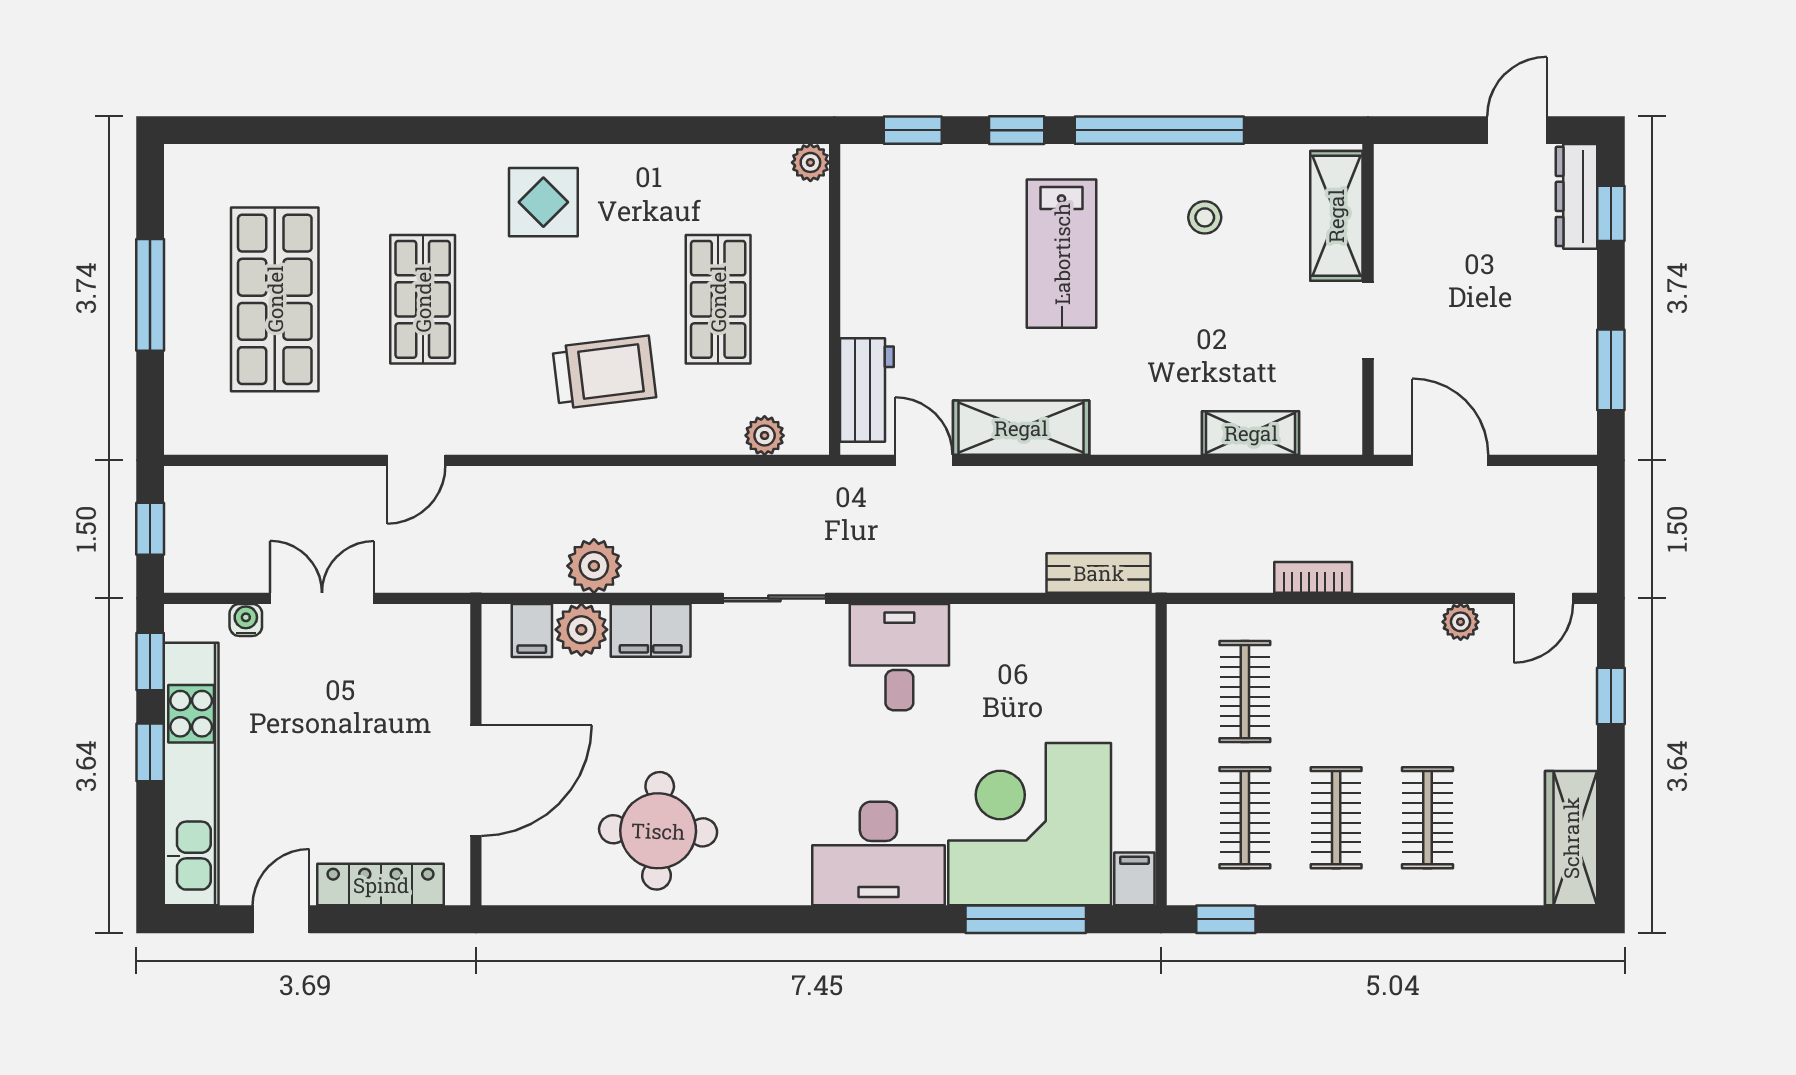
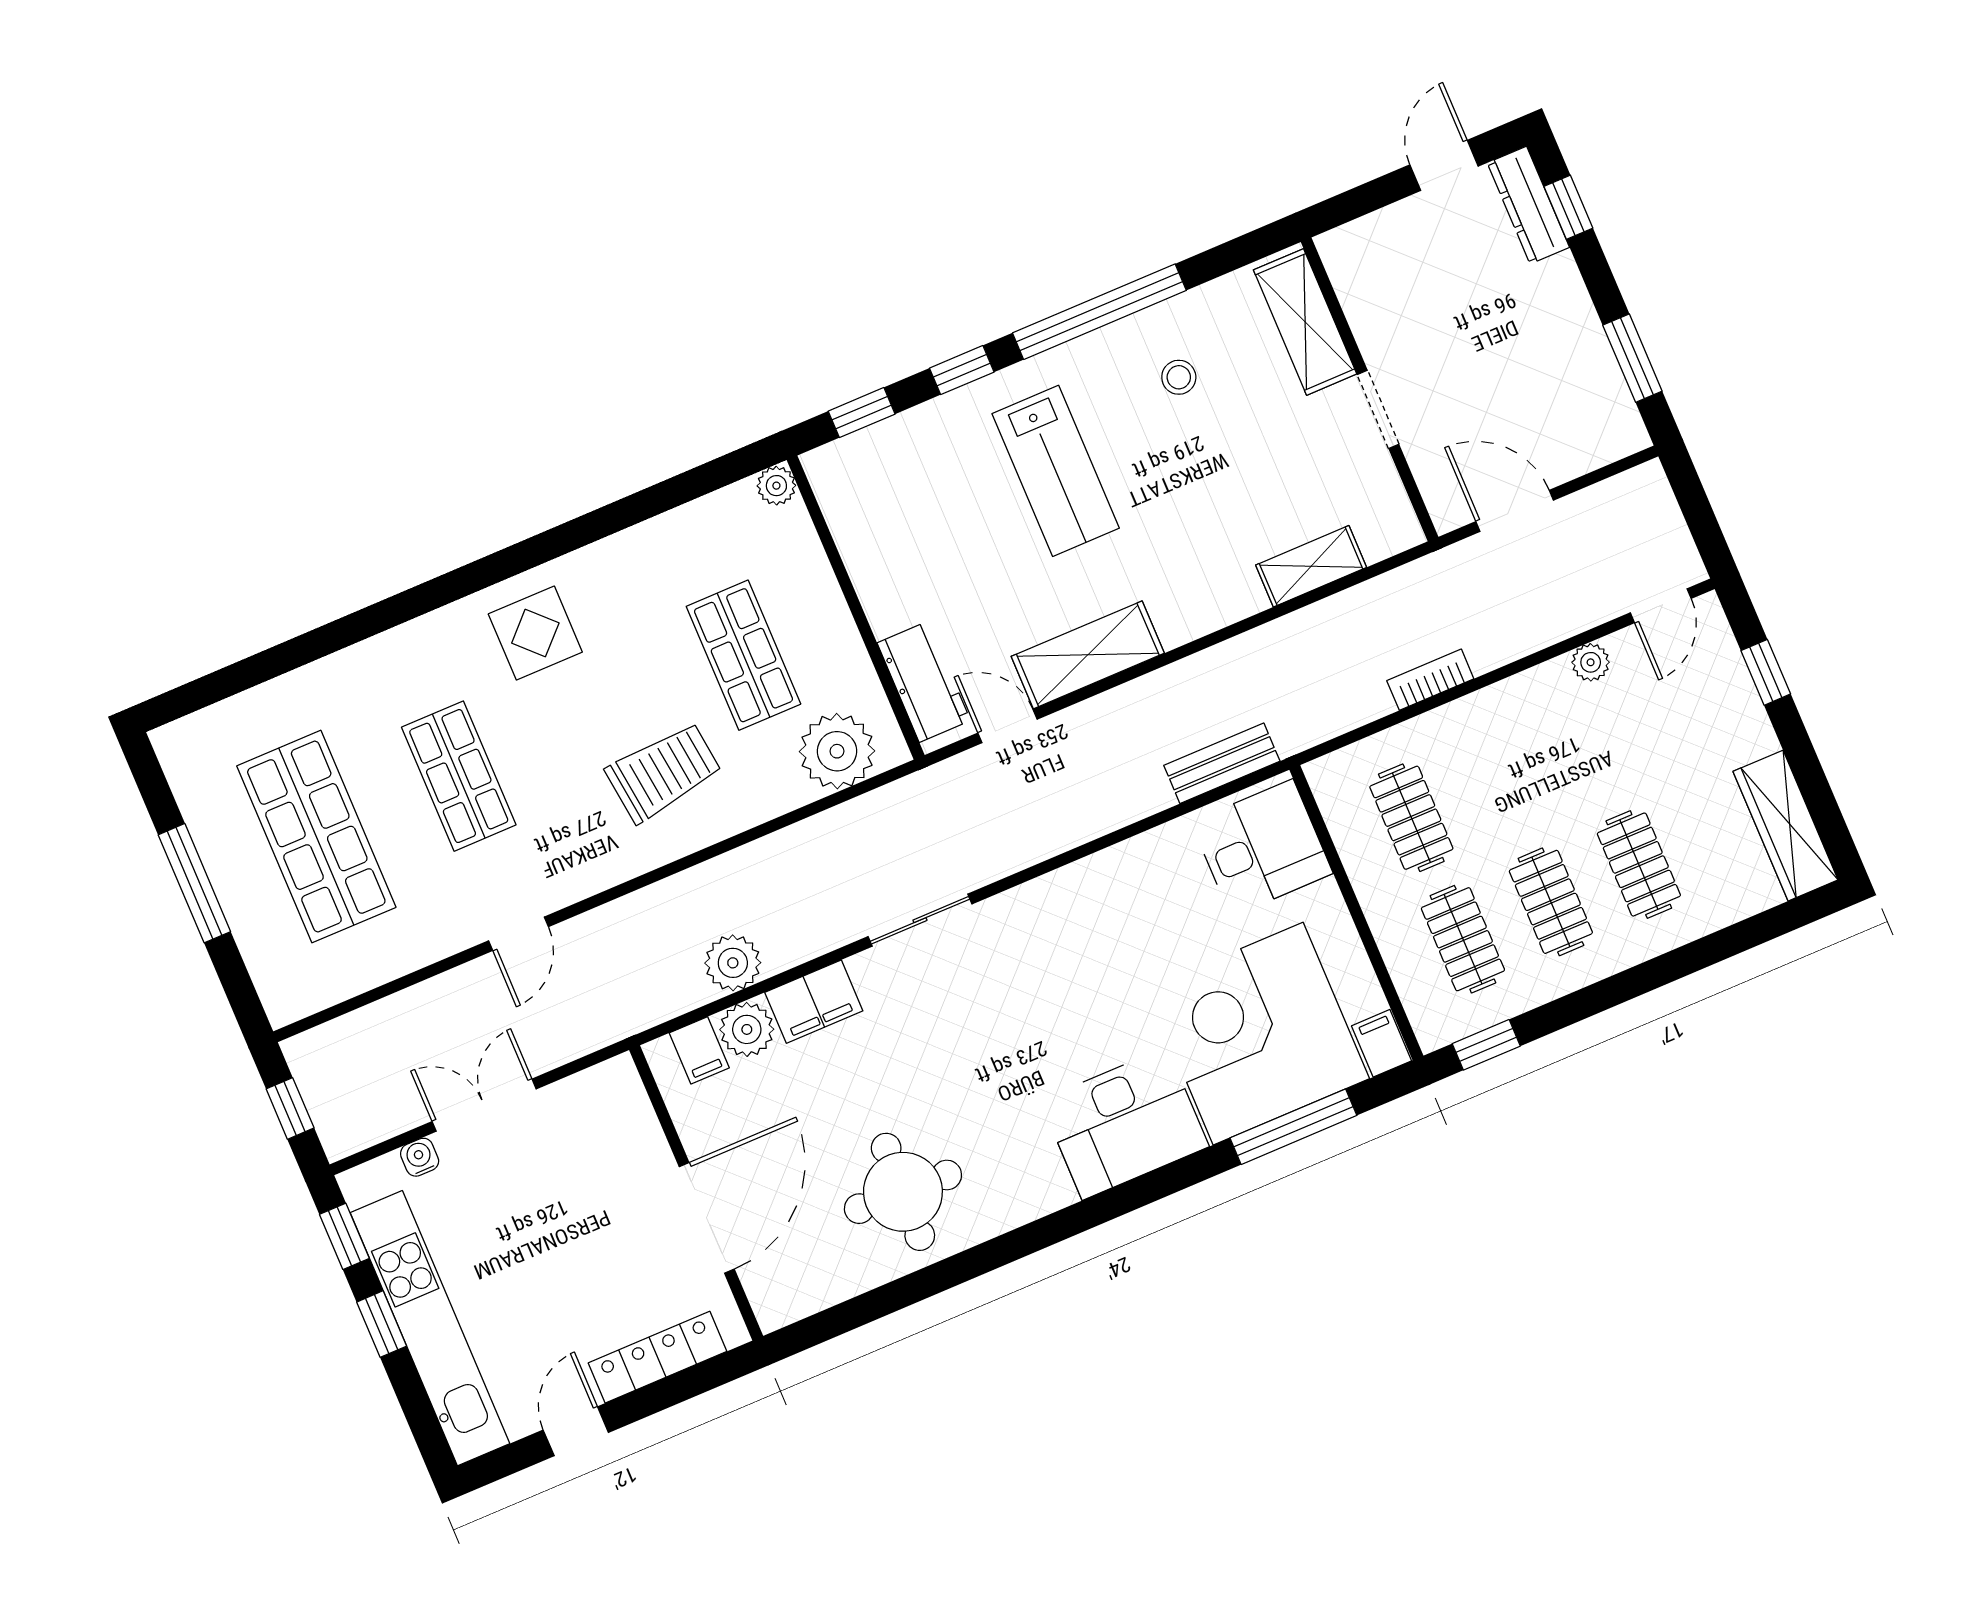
plant: (765, 436) -> (837, 751), width x1.88, depth x1.88
desk: (899, 657) -> (1262, 848), moved, turned 90

